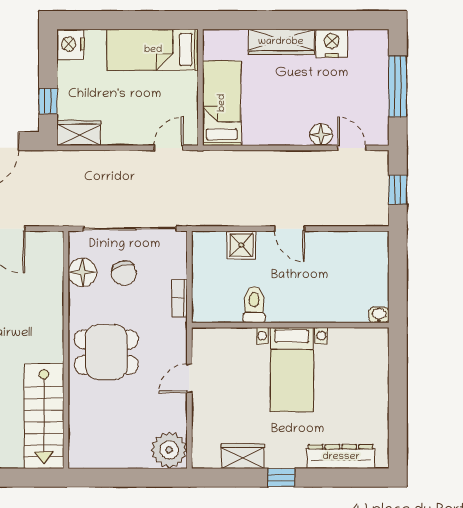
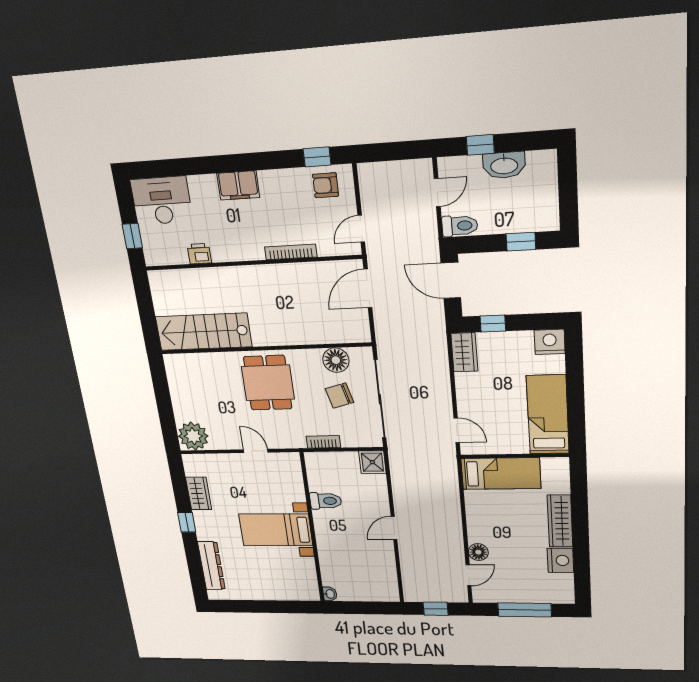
shower: (241, 245) -> (372, 462), moved

